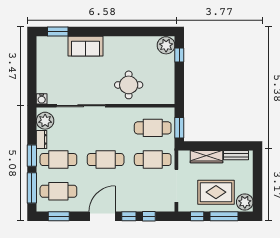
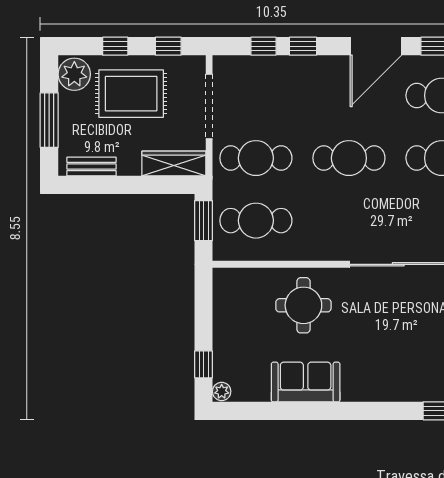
plant: (166, 45) -> (222, 391), width x0.53, depth x0.53
sofa: (86, 46) -> (306, 382), moved
wardrobe: (206, 157) -> (174, 164), moved
window: (257, 179) -> (49, 120), added
door: (102, 216) -> (376, 46), moved
window: (224, 216) -> (115, 46), width x0.46

